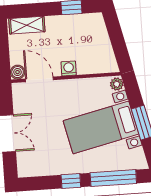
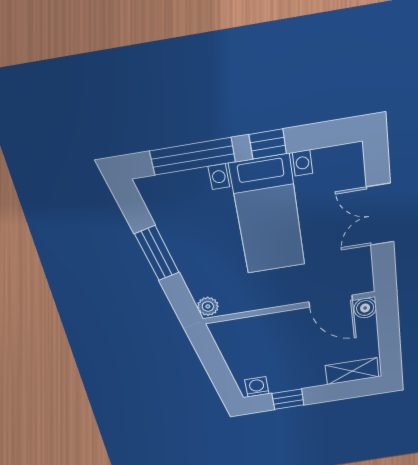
washing machine: (69, 68) -> (257, 387), moved, turned 180
bed with nightstands: (101, 127) -> (268, 216), moved, turned 103

